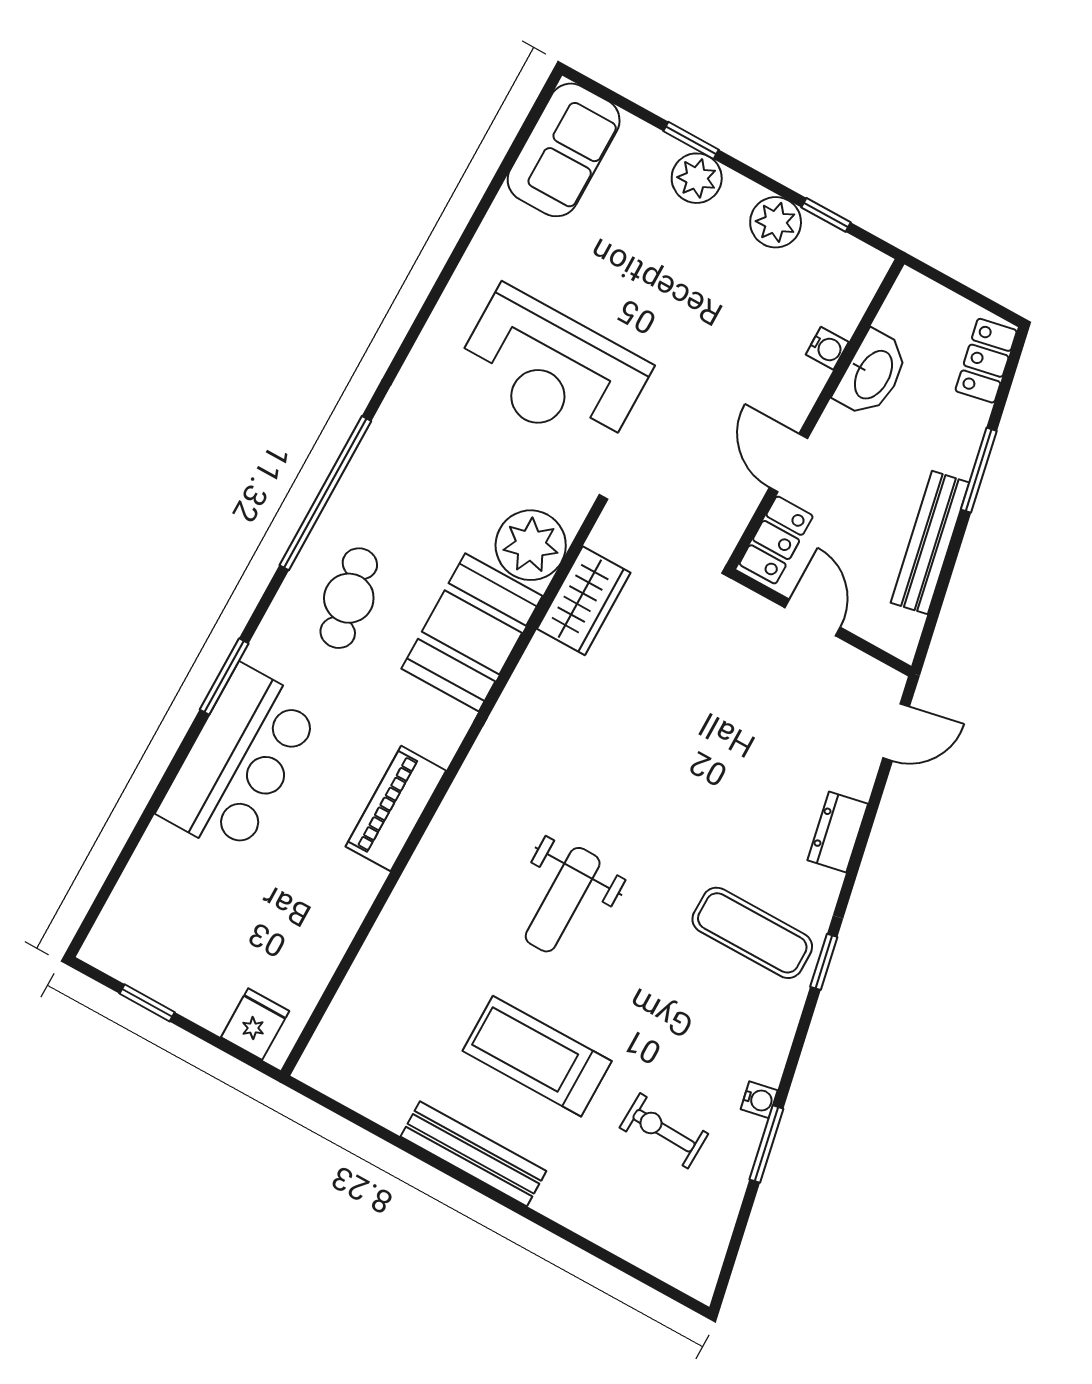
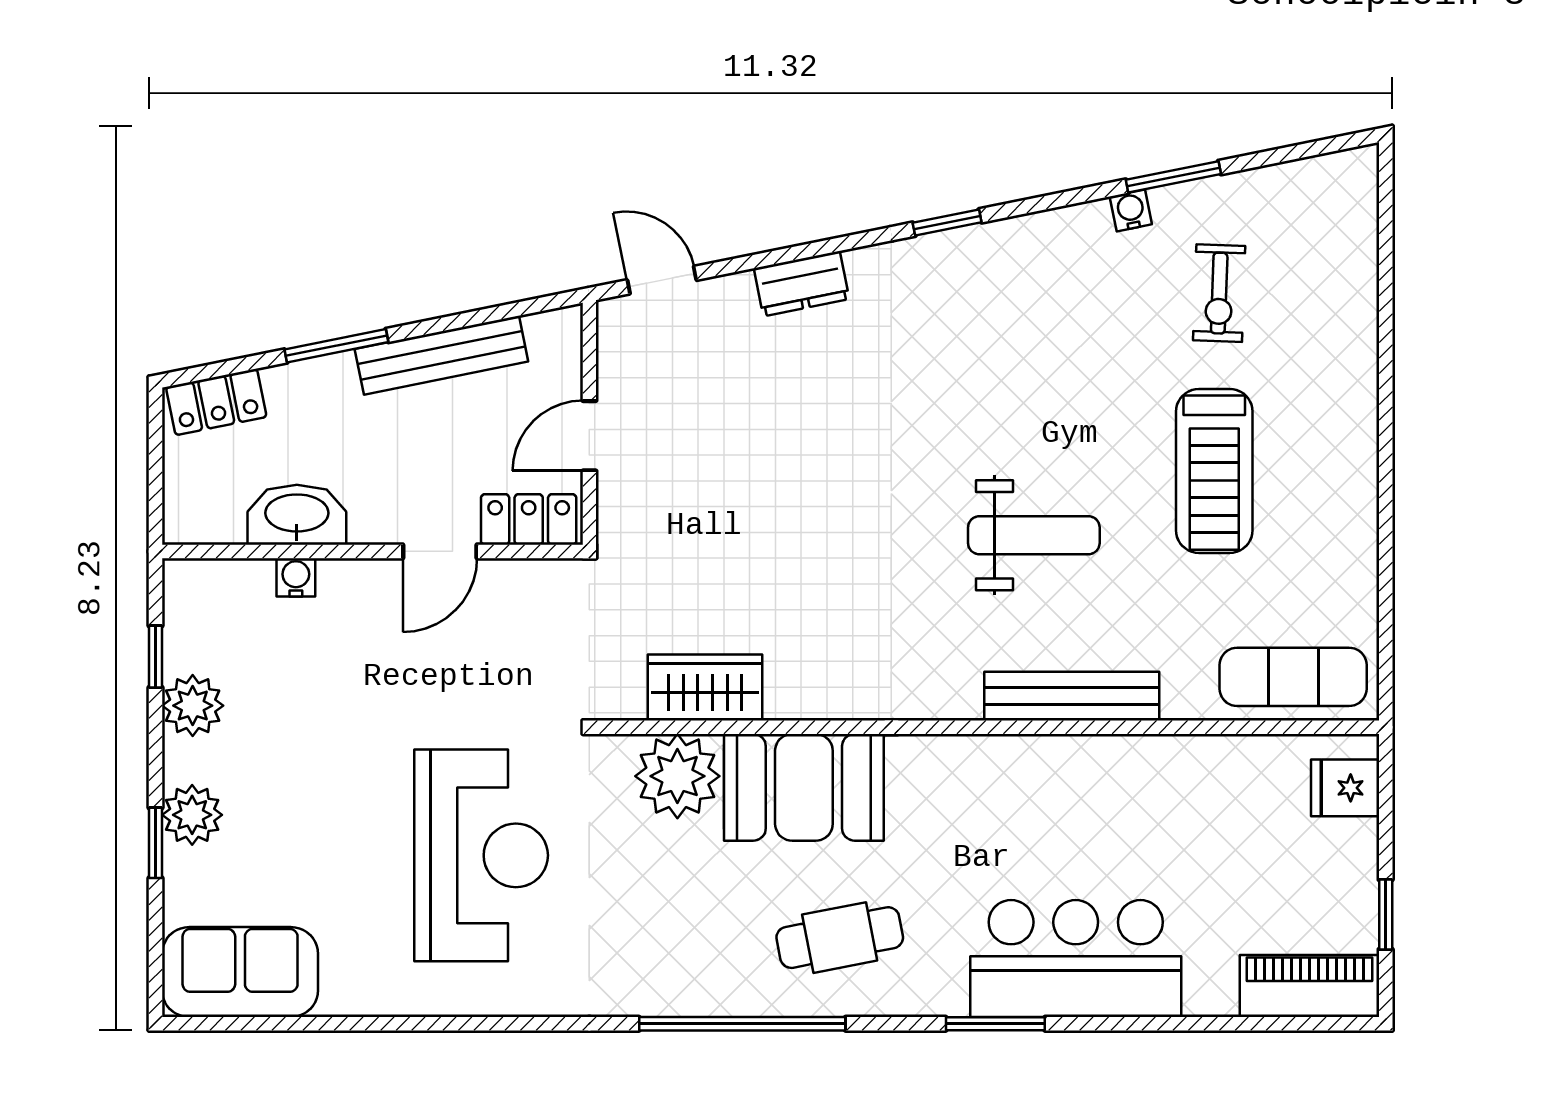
piano: (396, 809) -> (1310, 986), moved, turned 180
exercise mat: (752, 933) -> (1293, 677), moved, turned 90
bench: (473, 1154) -> (1072, 696), moved, turned 90

